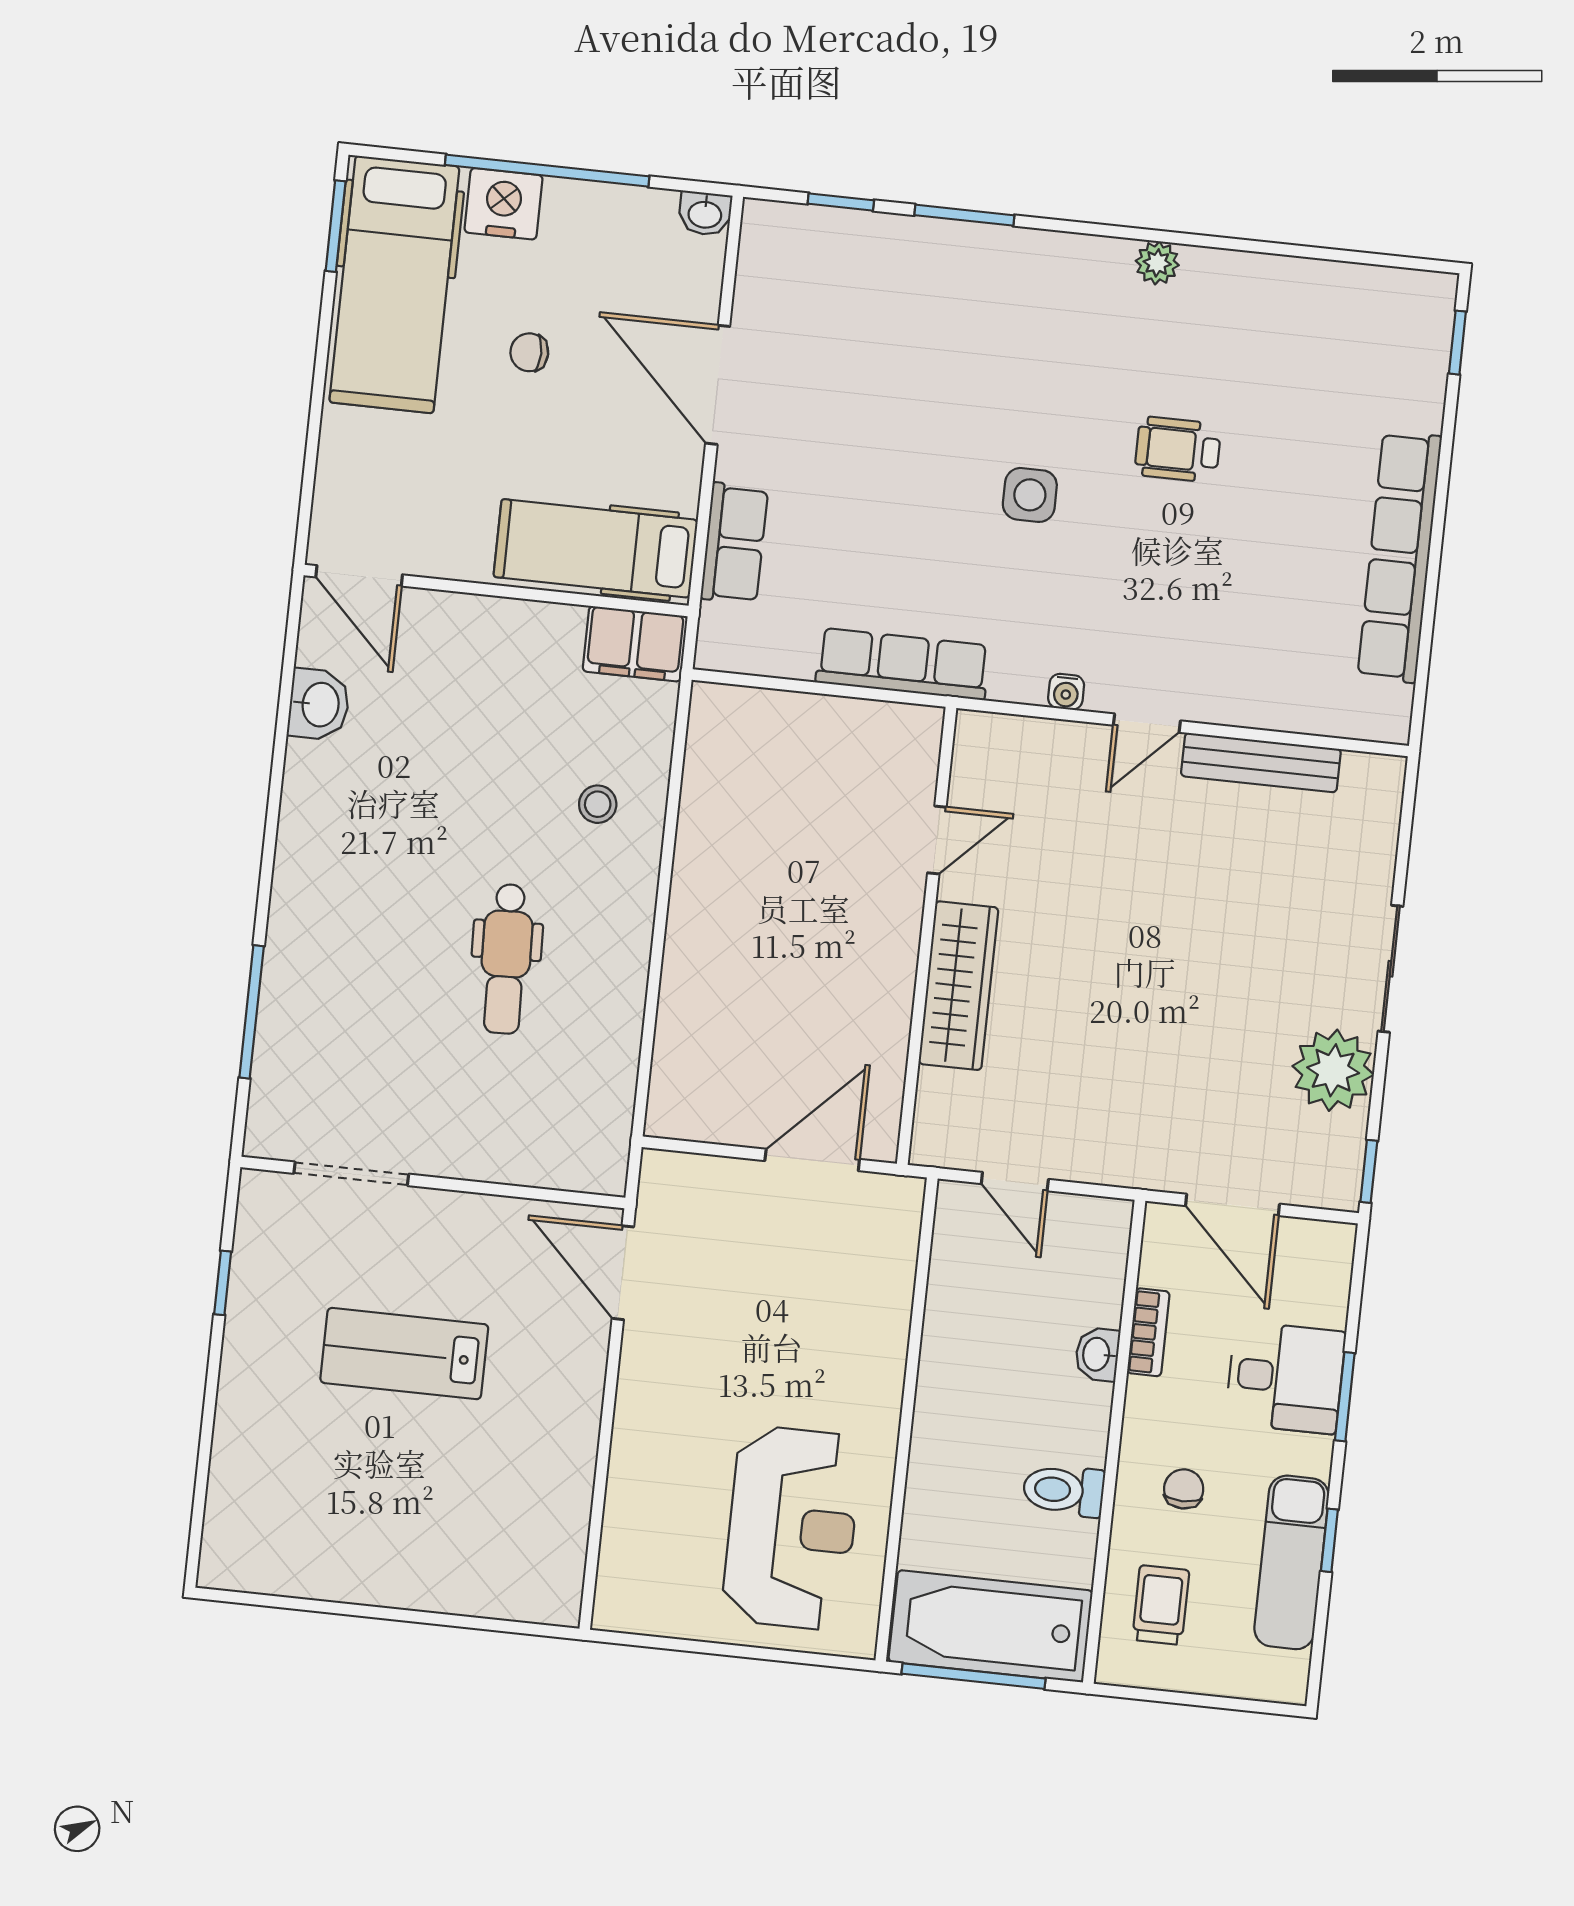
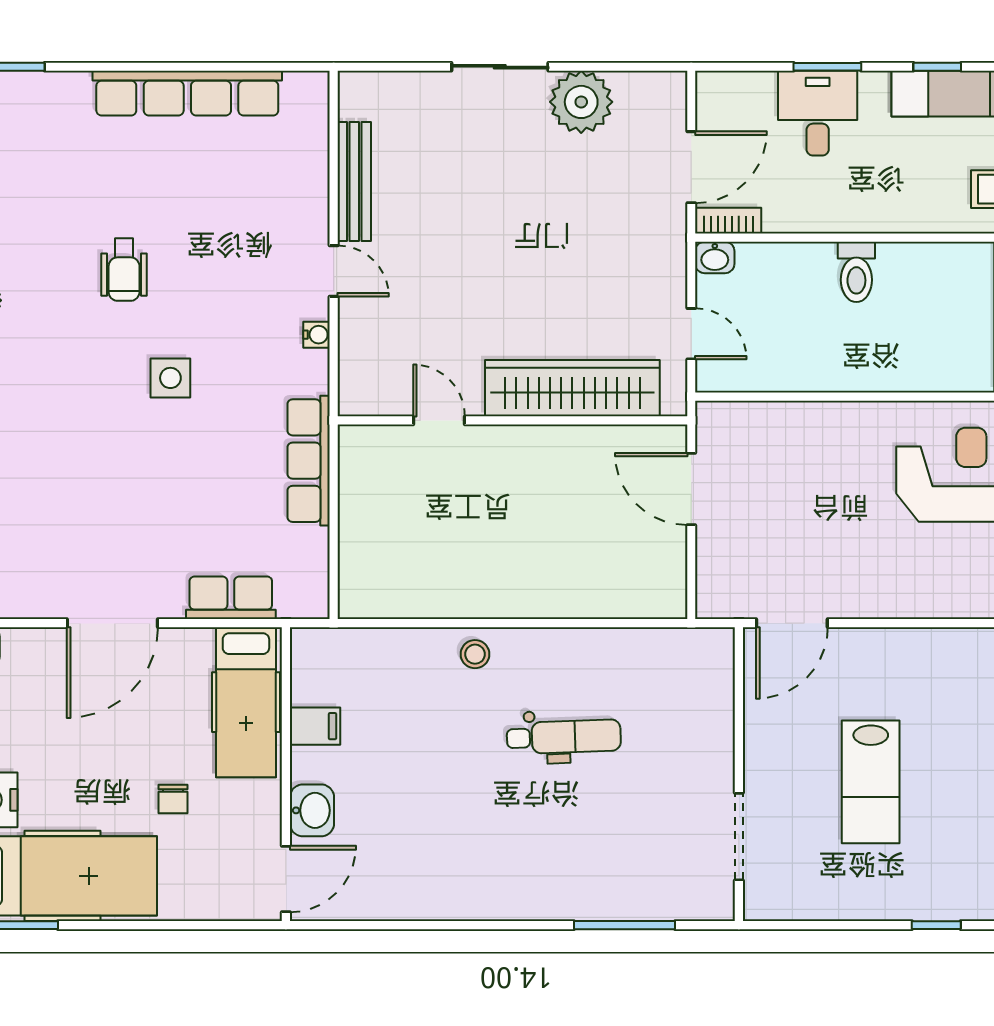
chair: (529, 352) -> (173, 799), moved
filing cabinet: (635, 644) -> (315, 726), moved, width x0.50
washbasin: (319, 704) -> (312, 810), moved, turned 90
stool: (598, 804) -> (475, 654), moved
wardrobe: (958, 986) -> (572, 388), width x1.40, depth x1.17
window: (1369, 1171) -> (655, 67), removed
door: (1015, 1182) -> (691, 334), hinge flipped
window: (223, 1283) -> (936, 925), moved
bookcase: (1148, 1332) -> (729, 221), moved
washbasin: (1097, 1354) -> (715, 257), moved
chair: (1184, 1489) -> (910, 181), removed
toilet: (1064, 1490) -> (856, 272), moved

